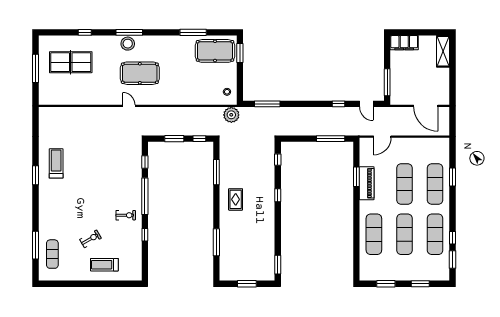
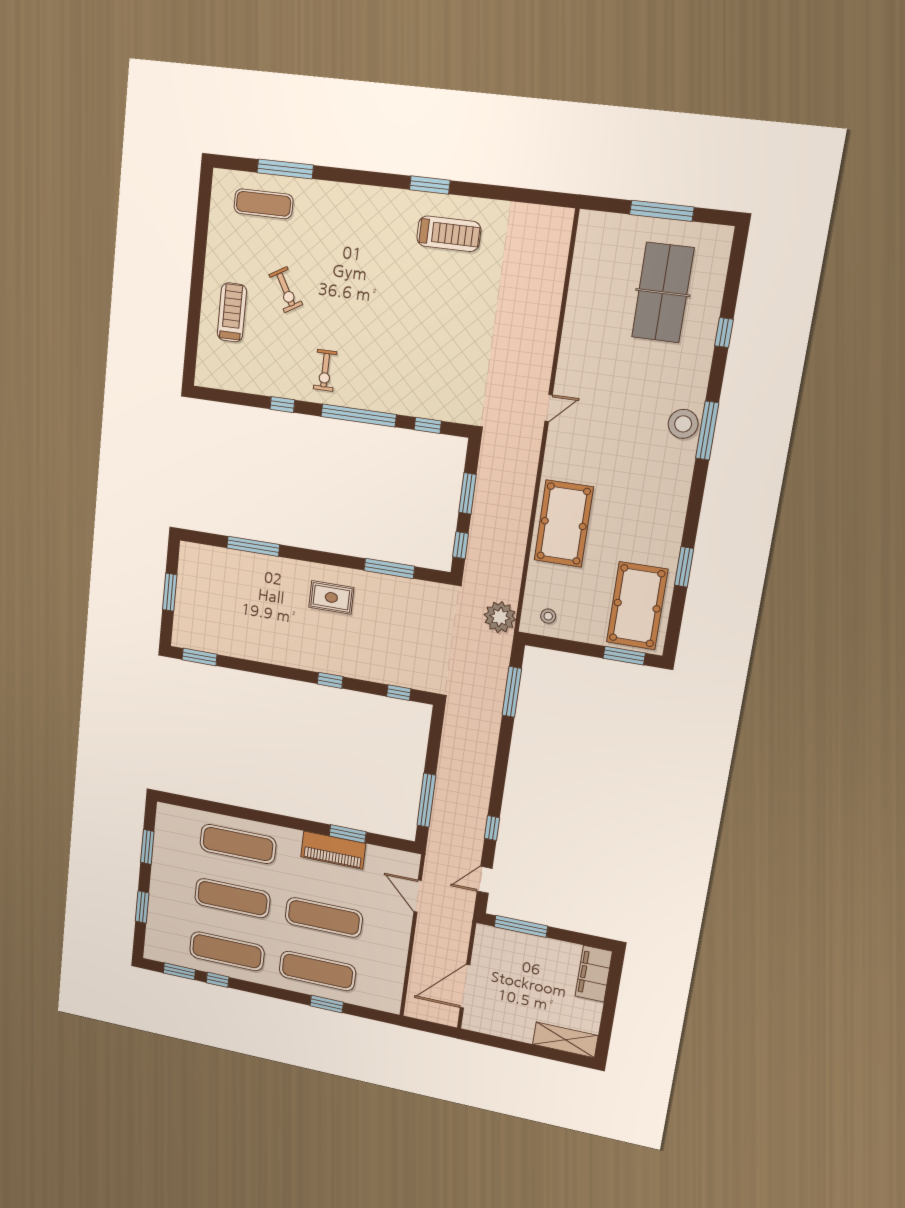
window: (193, 32) -> (684, 567), width x0.69
pool table: (140, 73) -> (564, 524), moved

